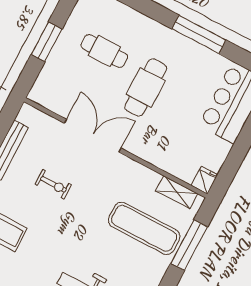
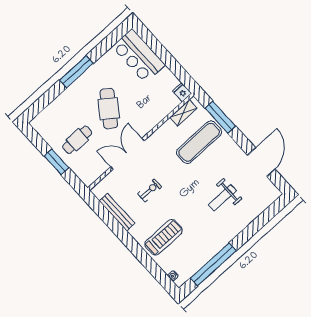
window: (199, 34) -> (76, 72), moved
cafe table: (104, 51) -> (77, 140), moved
cafe table: (146, 87) -> (109, 109), turned 36

